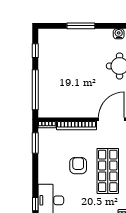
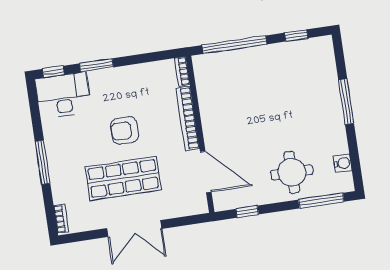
window: (35, 143) -> (96, 65), moved
armchair: (78, 166) -> (125, 130), turned 180

